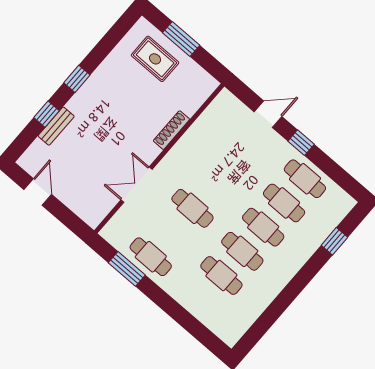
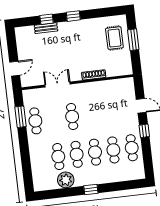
door: (38, 192) -> (15, 69), moved
window: (334, 241) -> (91, 189), moved
plant: (258, 297) -> (66, 180), added

